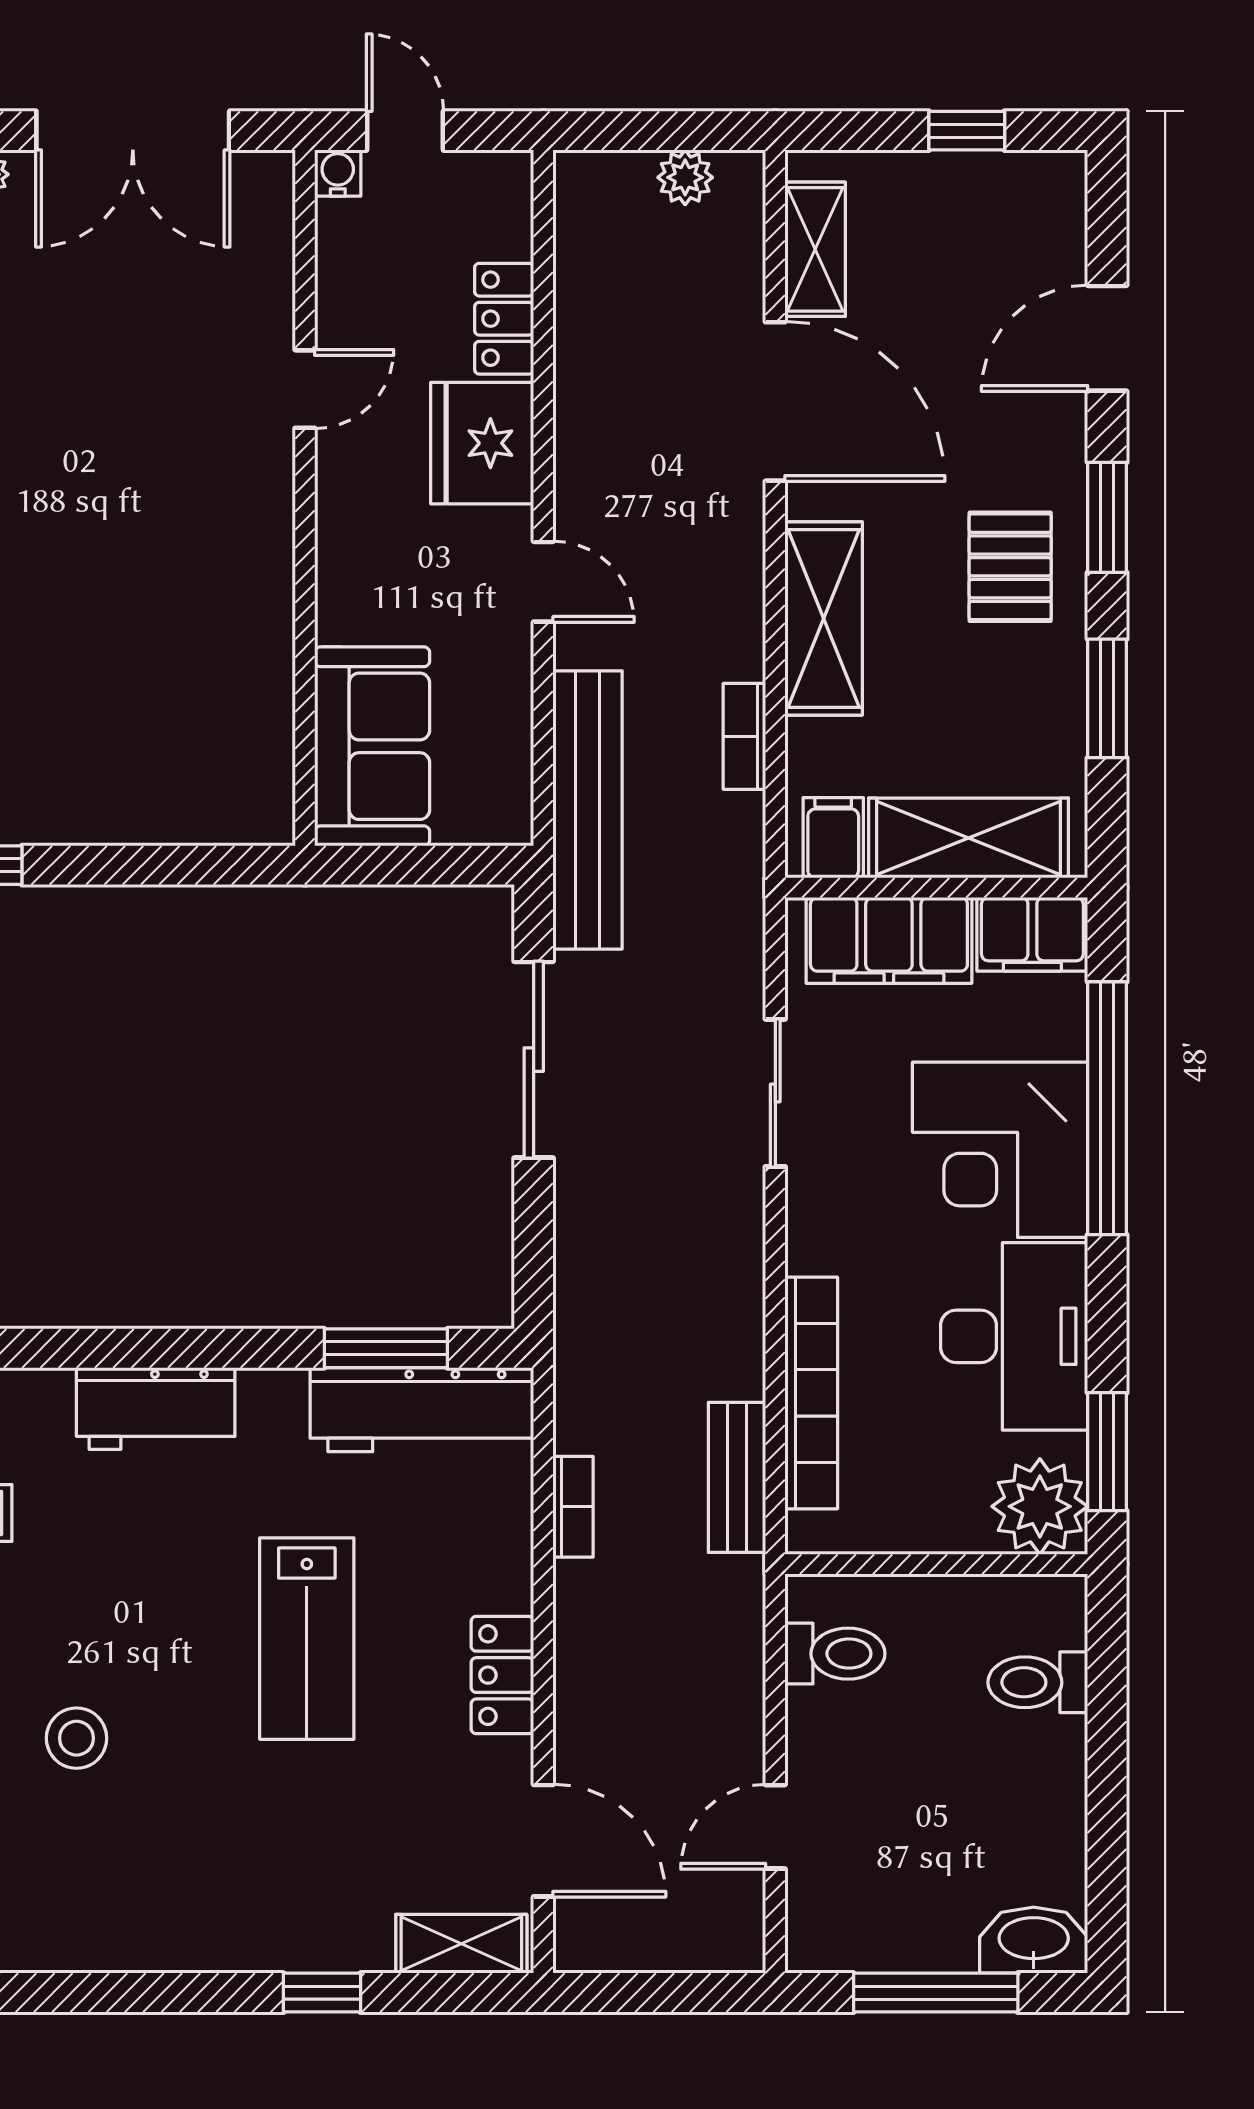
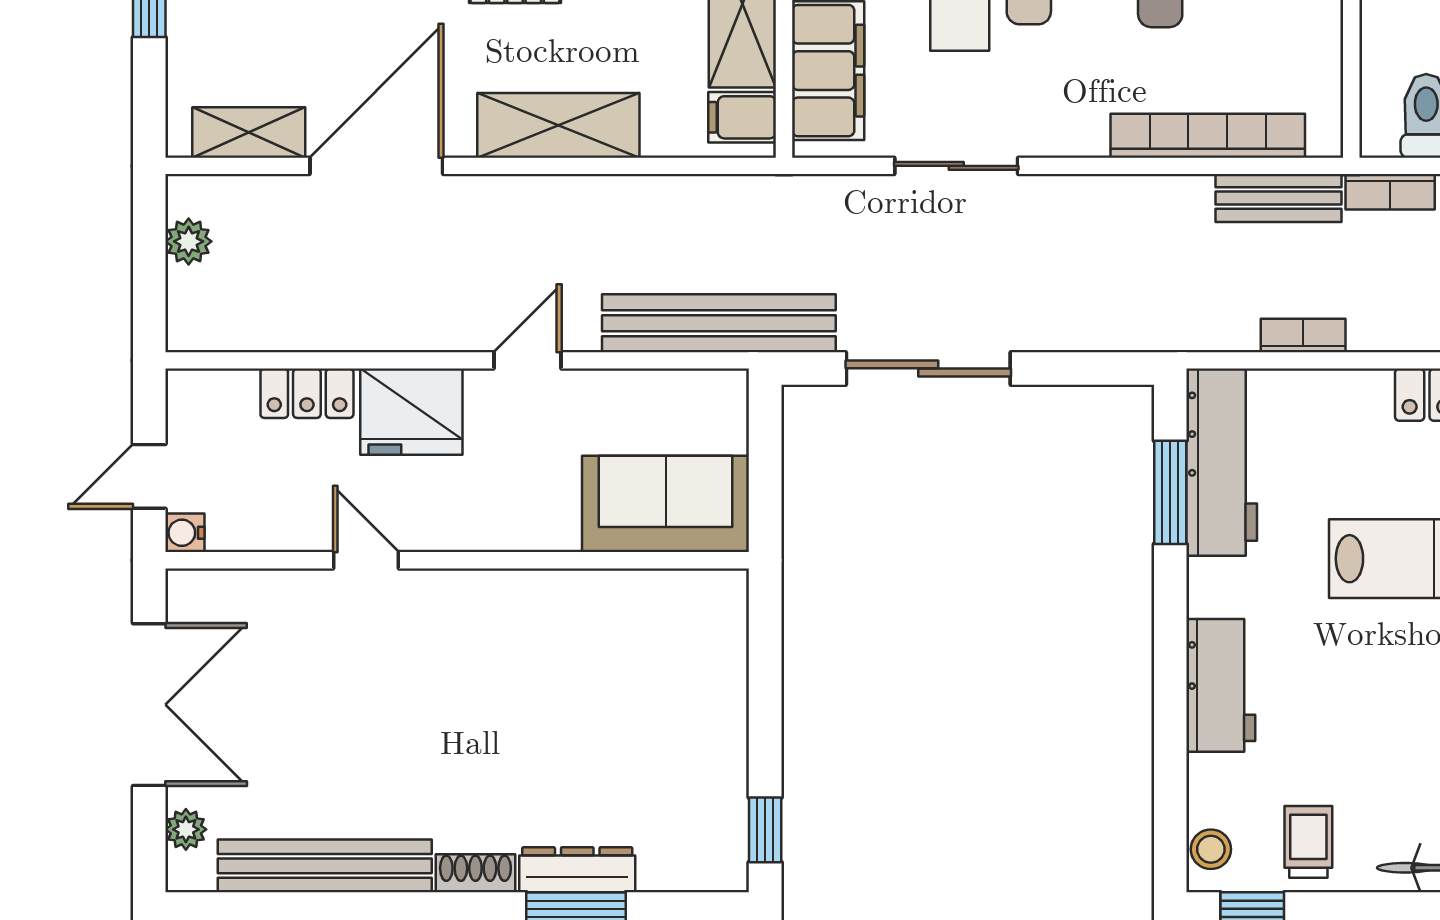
bookcase: (744, 736) -> (1390, 192), moved

